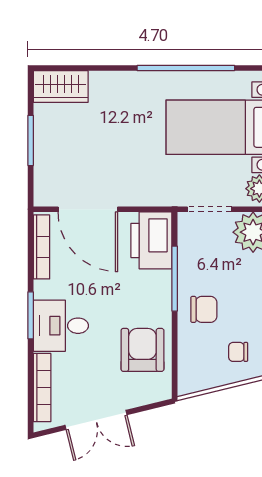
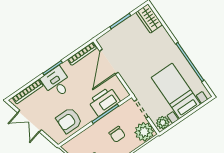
printer: (151, 240) -> (104, 101), moved
chair: (204, 309) -> (117, 134), moved
armchair: (142, 350) -> (69, 120), turned 180

